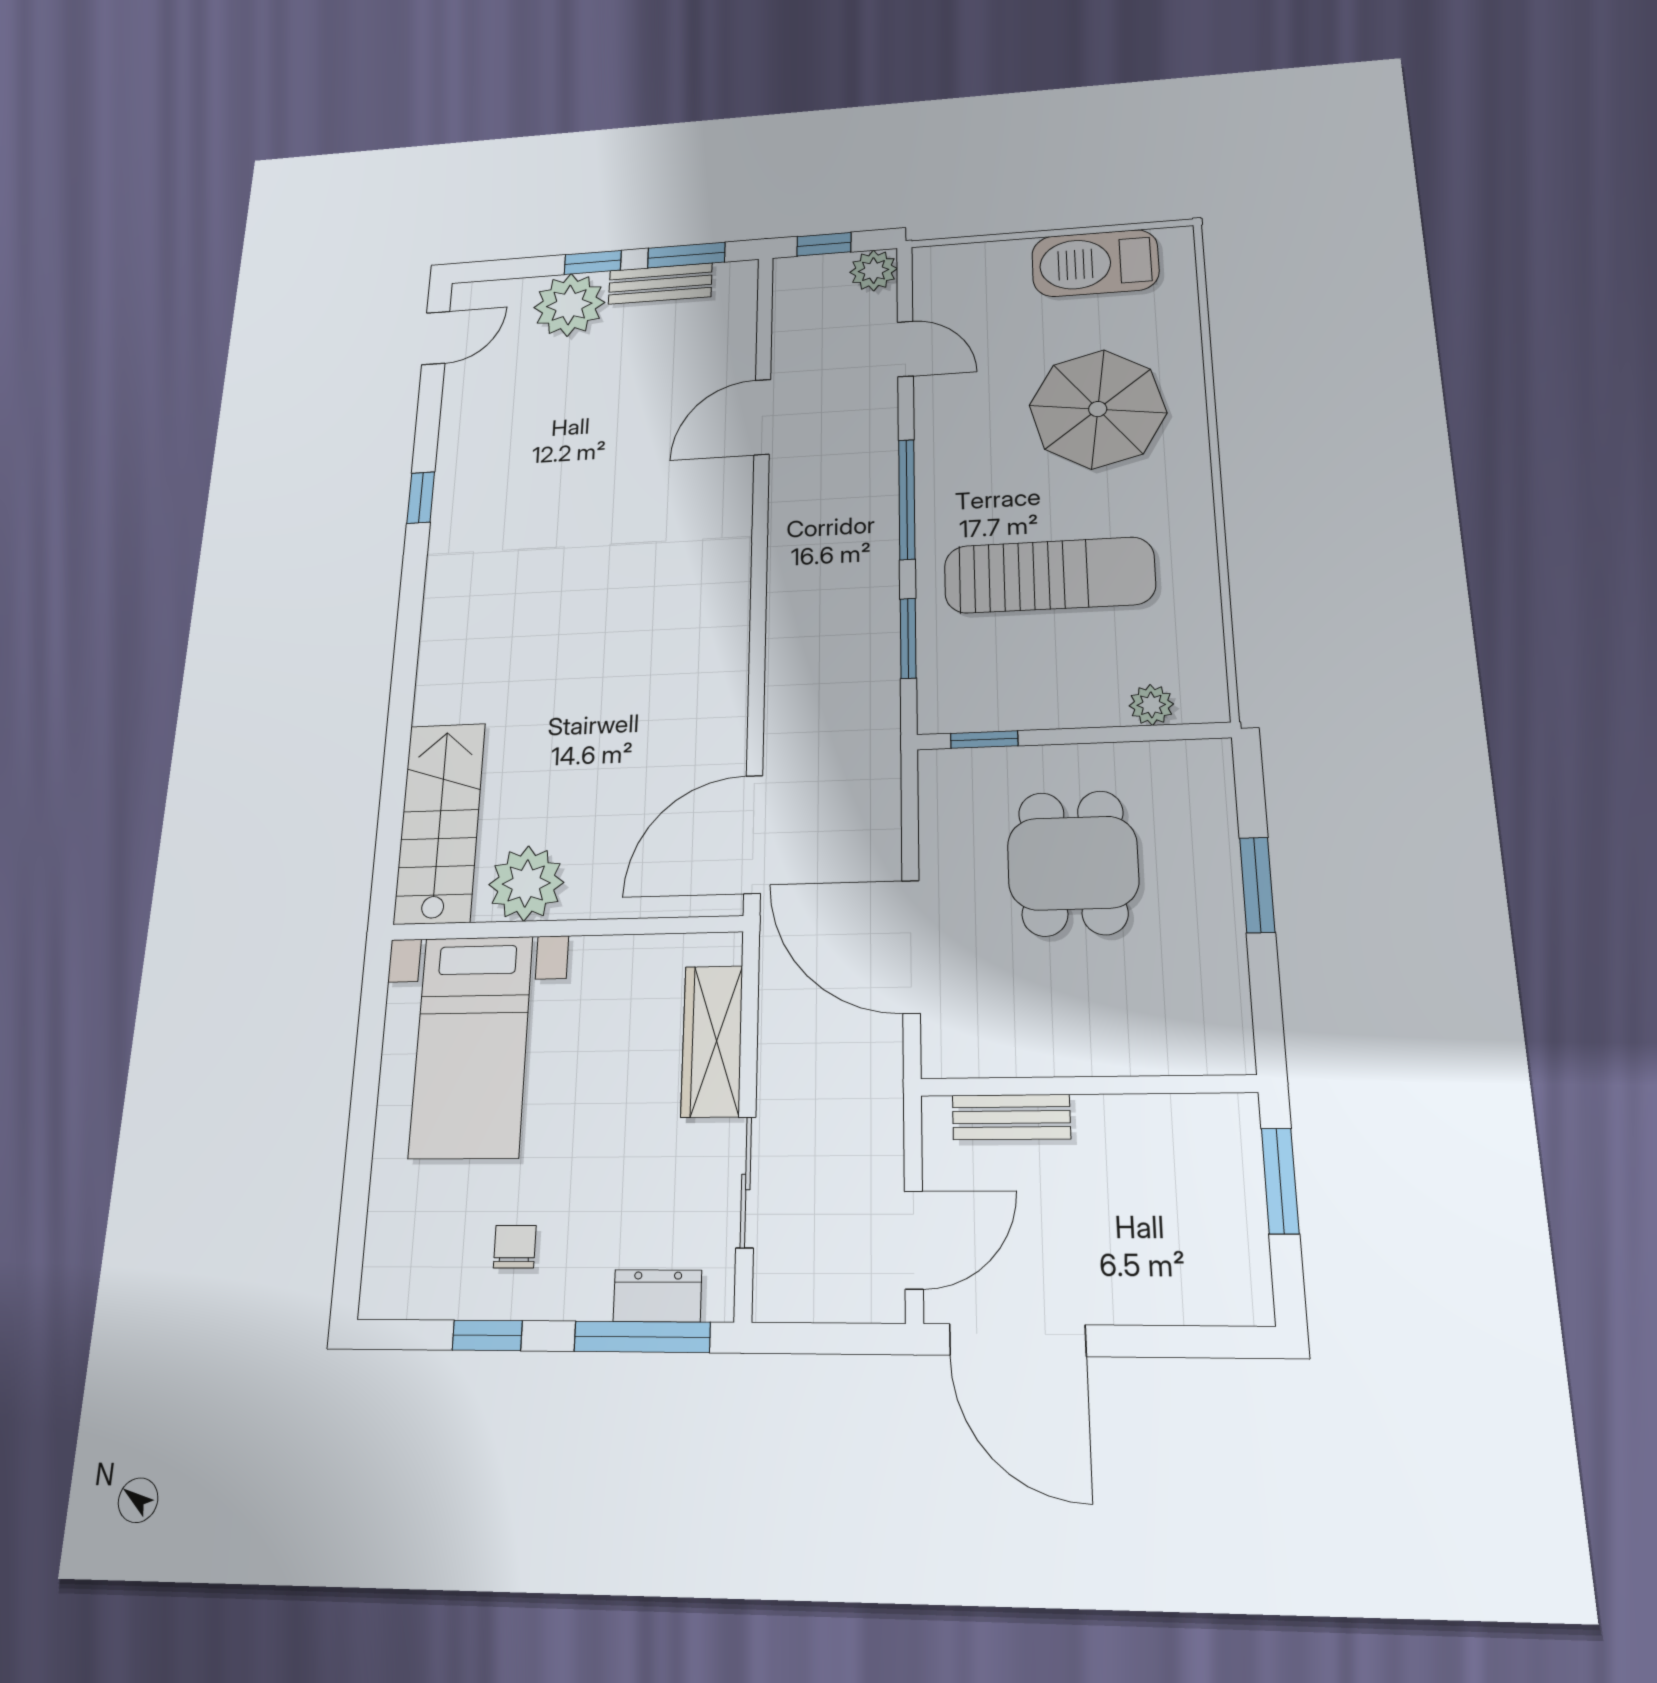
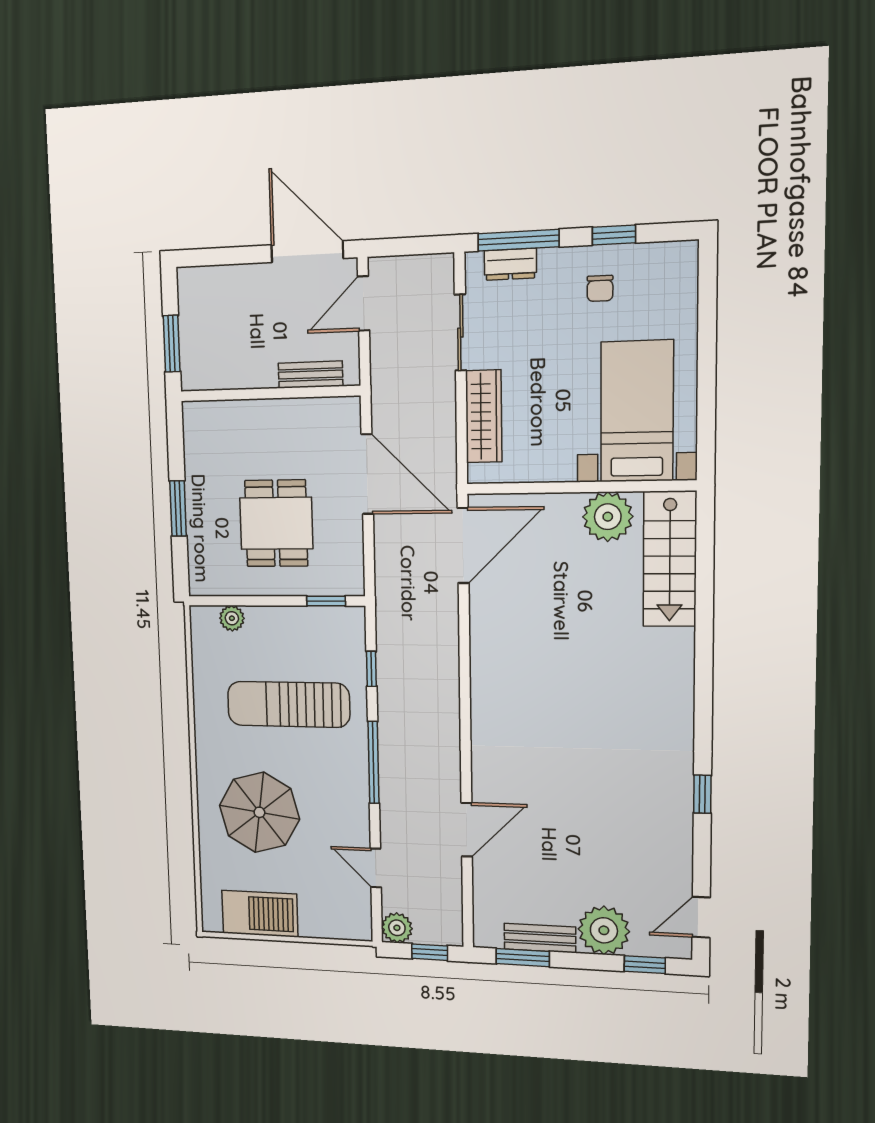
window: (593, 262) -> (645, 965), moved
window: (908, 638) -> (371, 669), width x0.67

